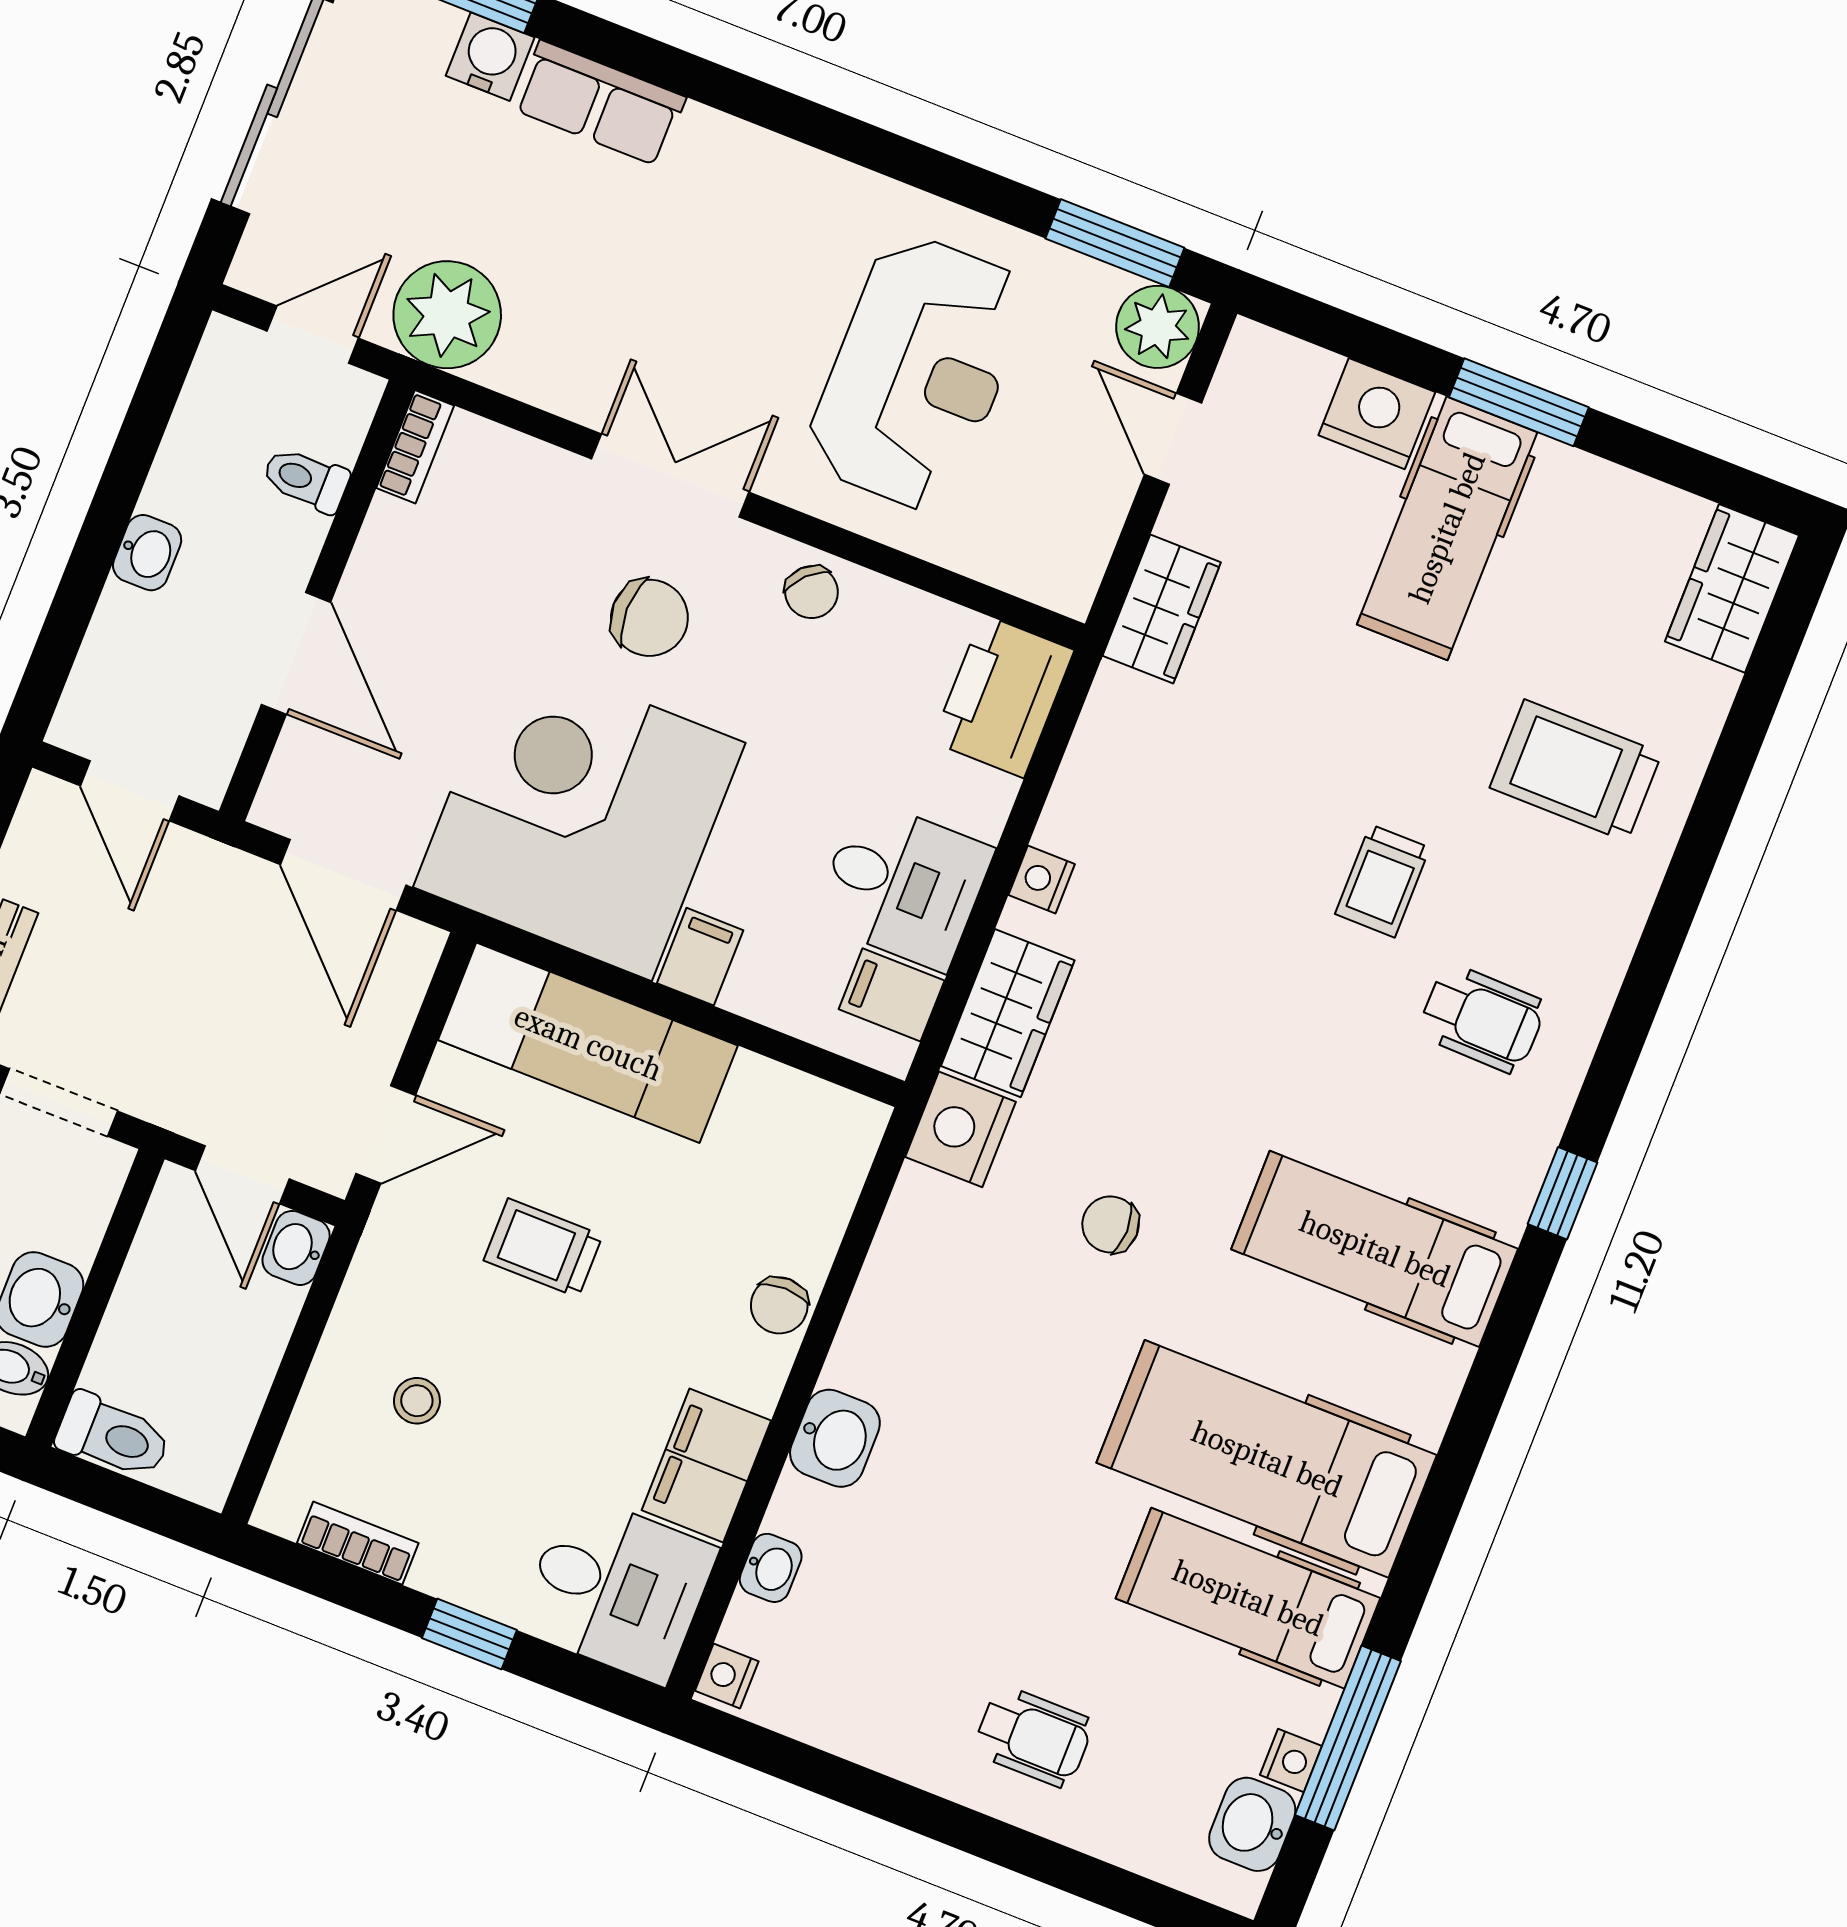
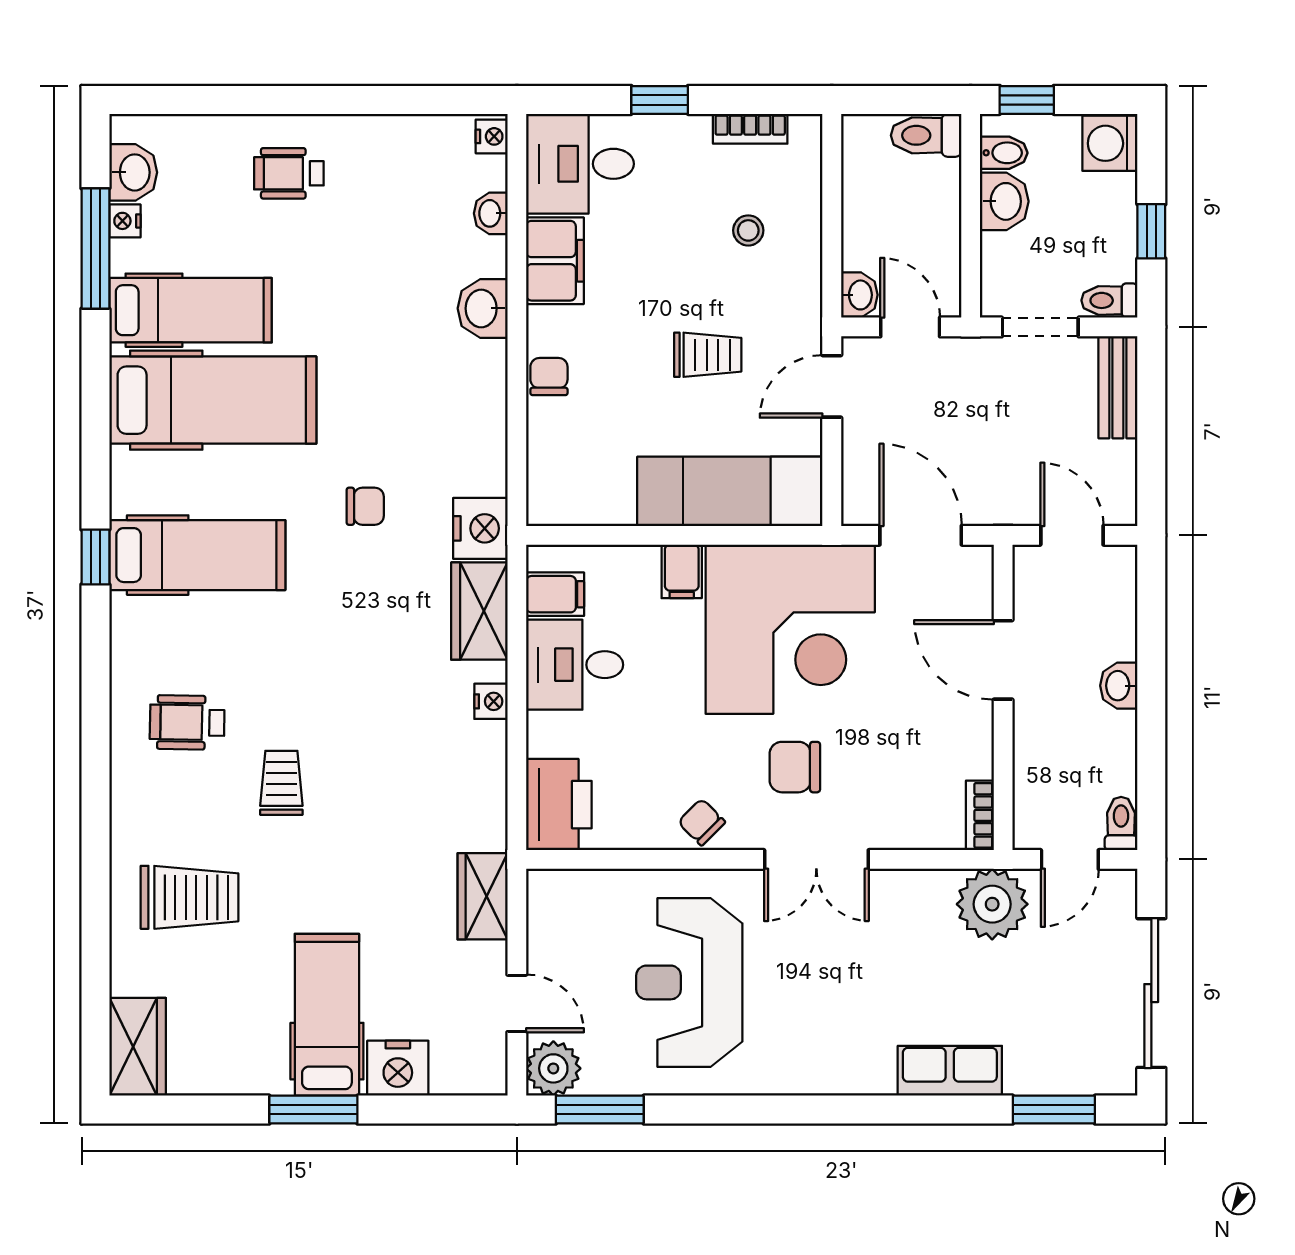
water cooler: (490, 57) -> (1028, 1073), removed
toilet: (306, 480) -> (1121, 823), moved, turned -90
window: (1562, 1193) -> (95, 557), moved

